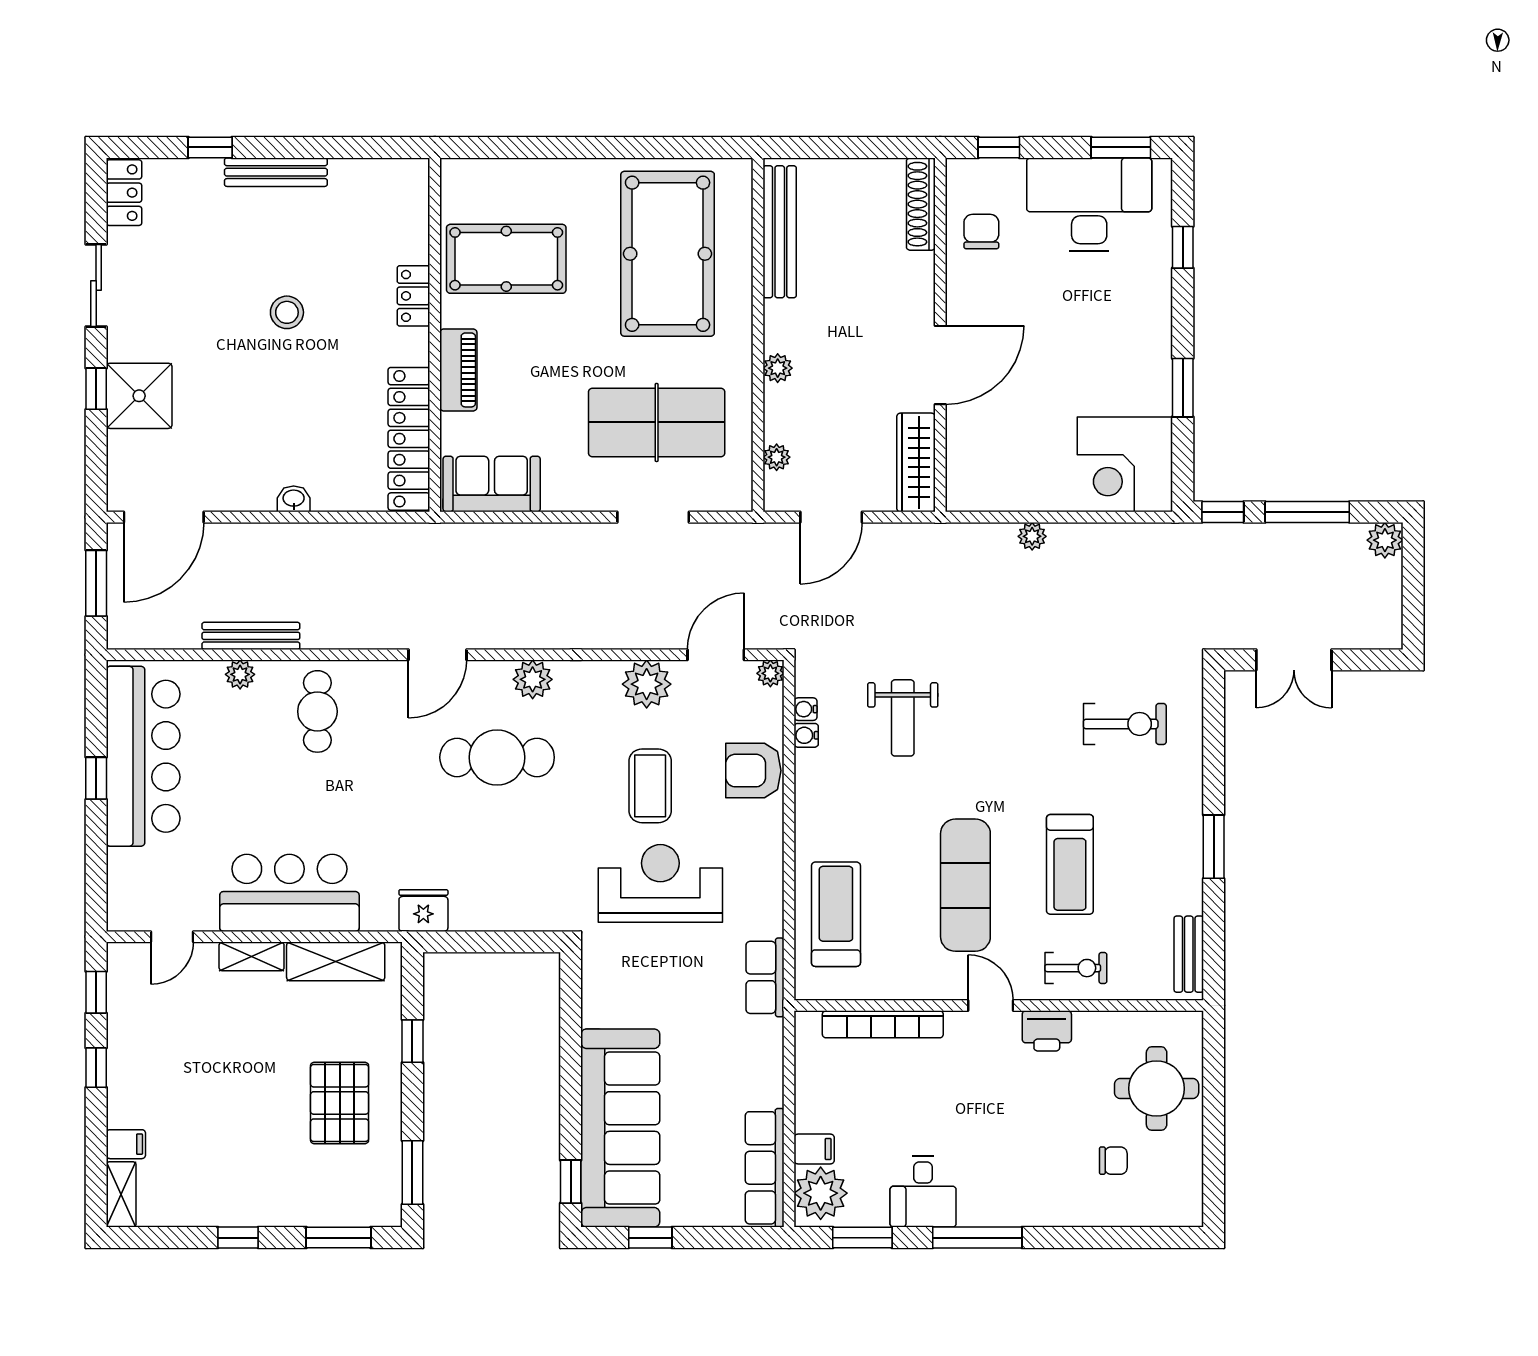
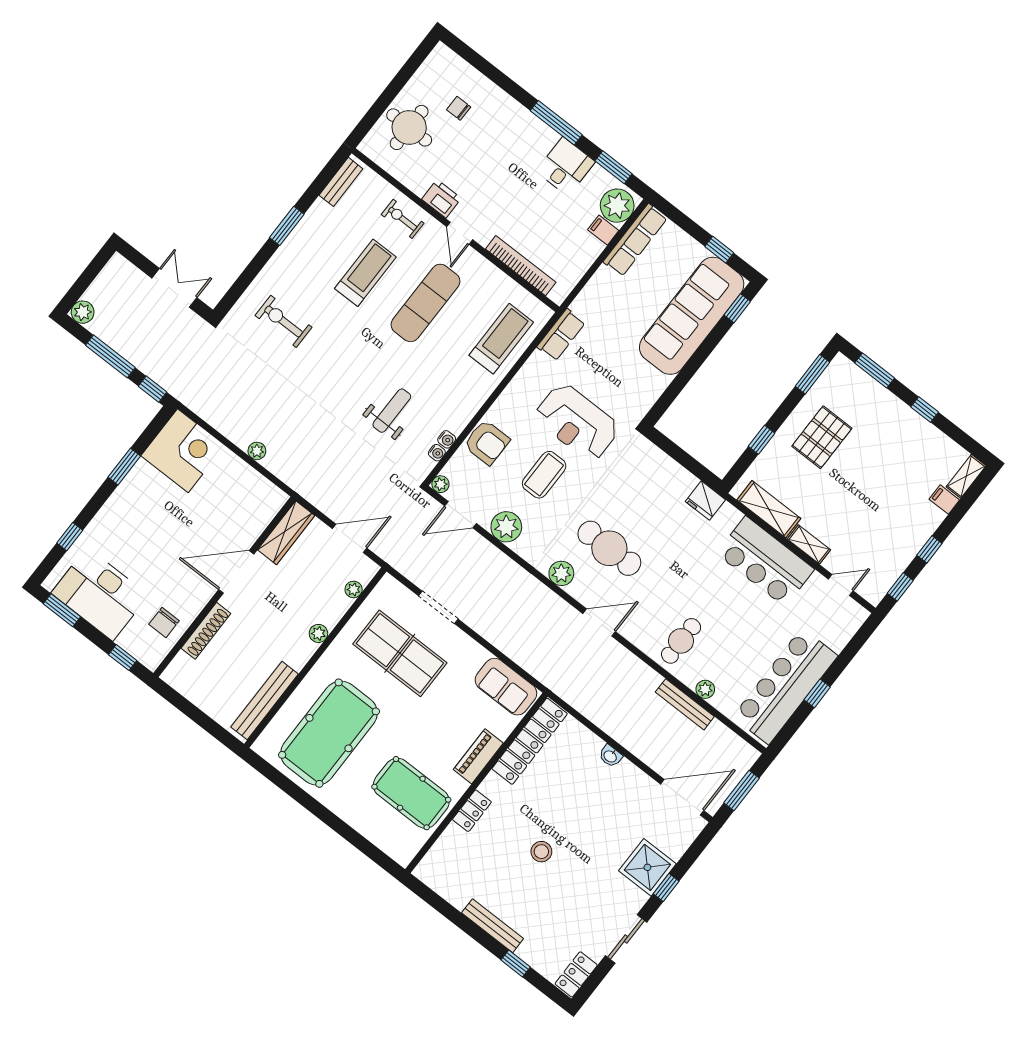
shoe rack: (921, 204) -> (206, 631), moved
treadmill: (836, 914) -> (501, 339), turned 180

